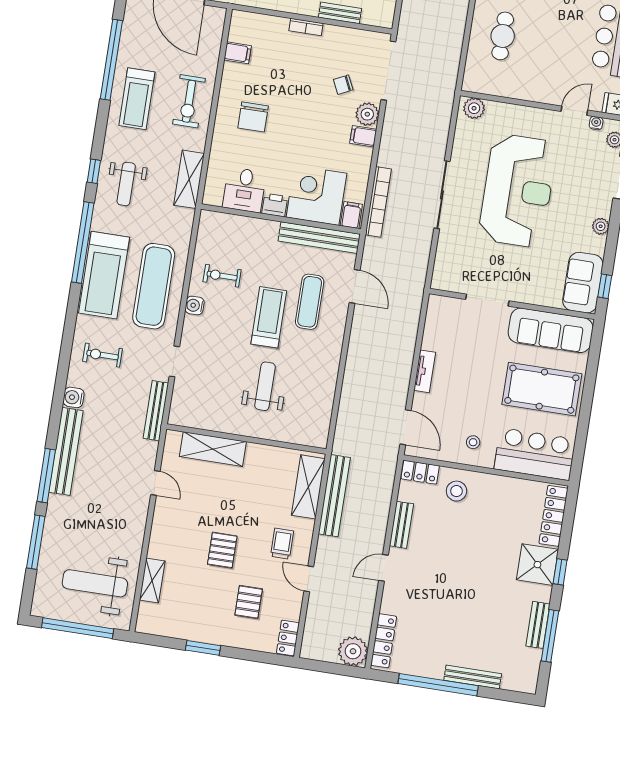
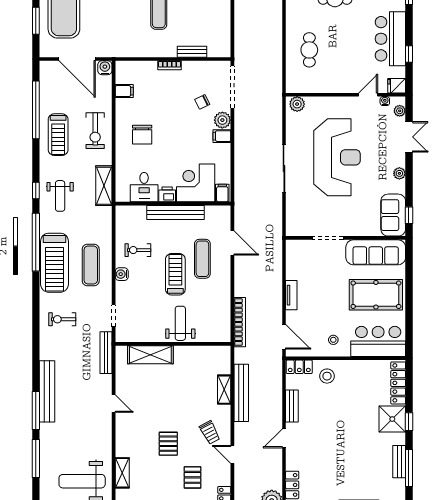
bookcase: (378, 202) -> (240, 322), moved
bench: (319, 238) -> (175, 212), moved
exercise mat: (154, 286) -> (91, 265), width x0.73, depth x0.69
water cooler: (74, 397) -> (105, 68), moved, turned 90
wall: (246, 439) -> (173, 344), moved
shelving: (213, 449) -> (150, 355), moved
shelving: (308, 487) -> (224, 390), width x0.67, depth x0.75
trolley: (282, 544) -> (210, 432), turned 152

